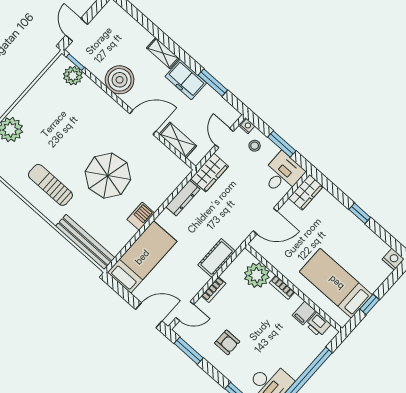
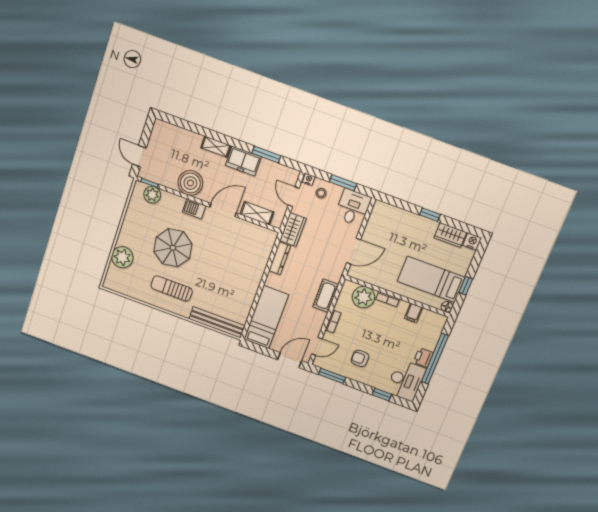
parasol: (108, 176) -> (173, 248), moved
wardrobe: (306, 192) -> (450, 235), moved, turned 90
barbecue: (141, 216) -> (194, 209), moved, turned -90
floor lamp: (342, 320) -> (447, 307), added
printer: (318, 325) -> (423, 357), moved, turned 90
armchair: (227, 342) -> (360, 358), turned 180

